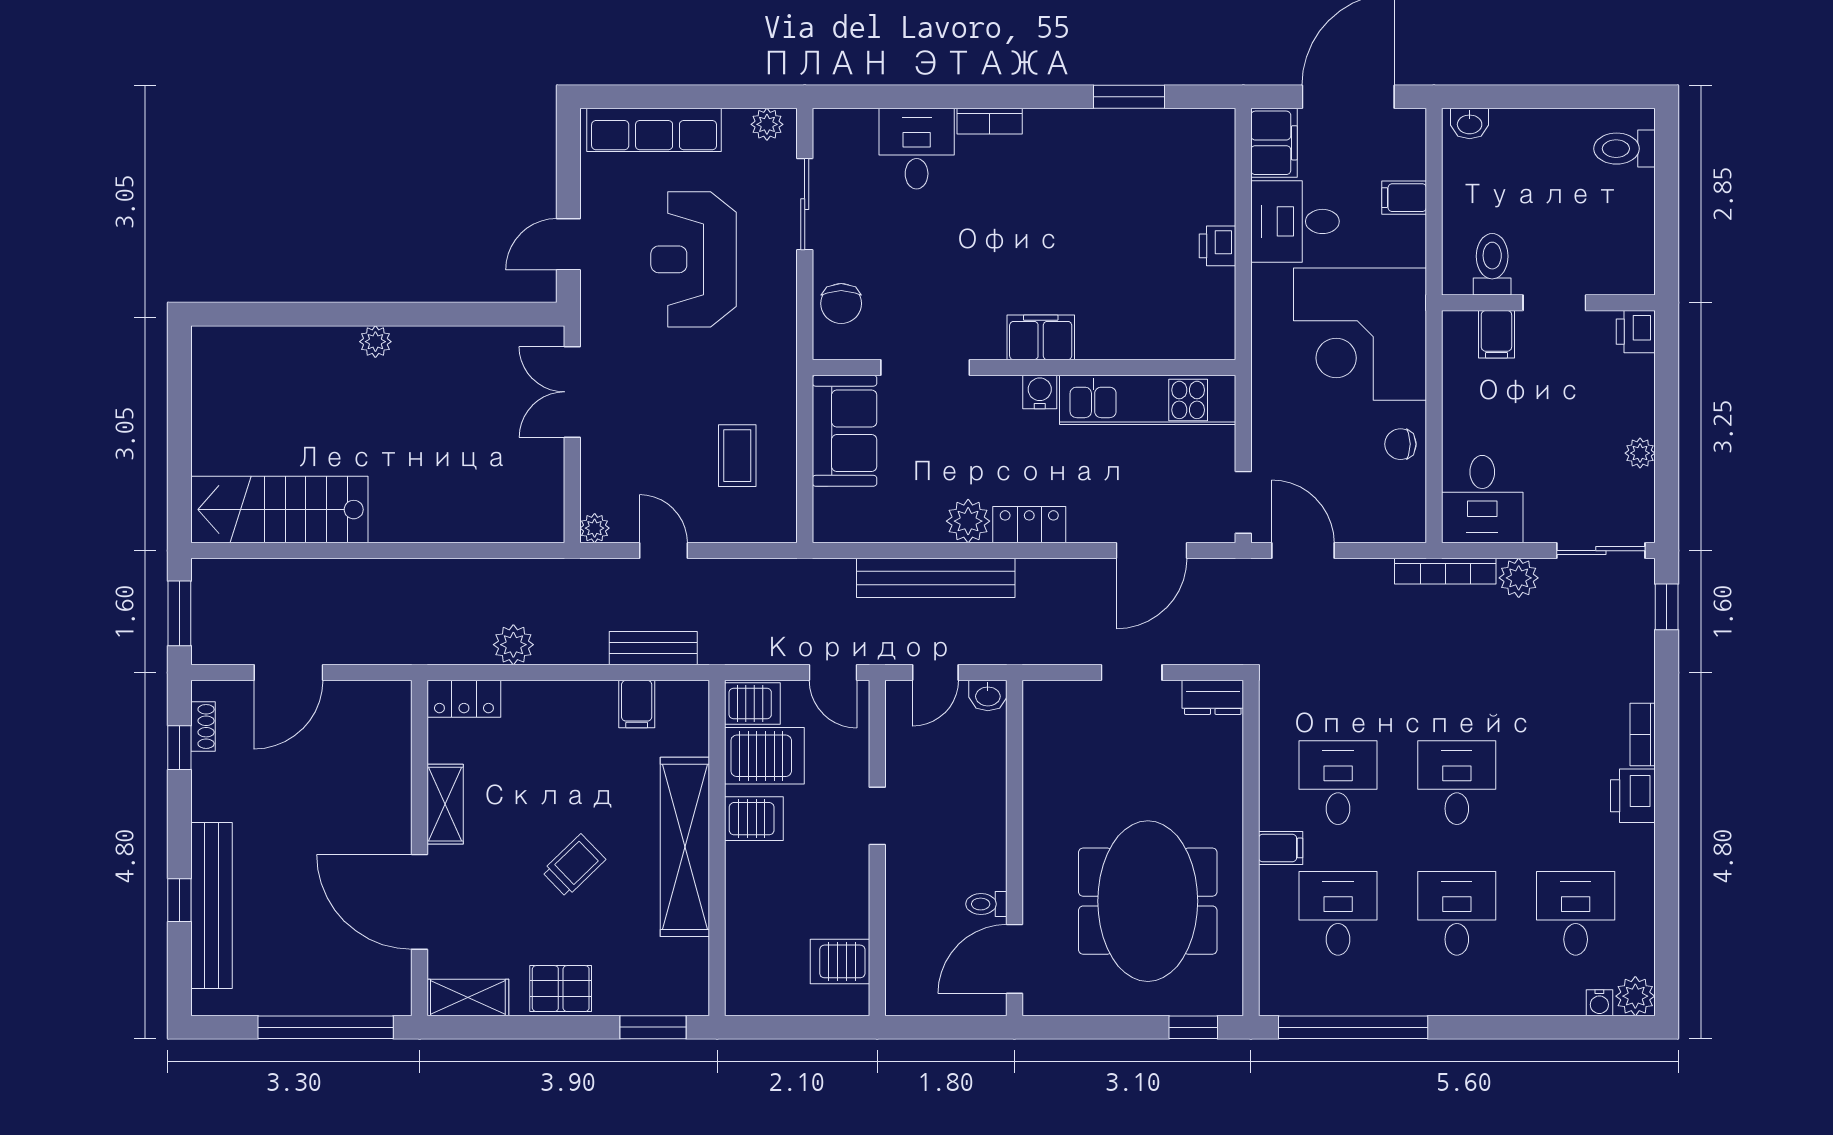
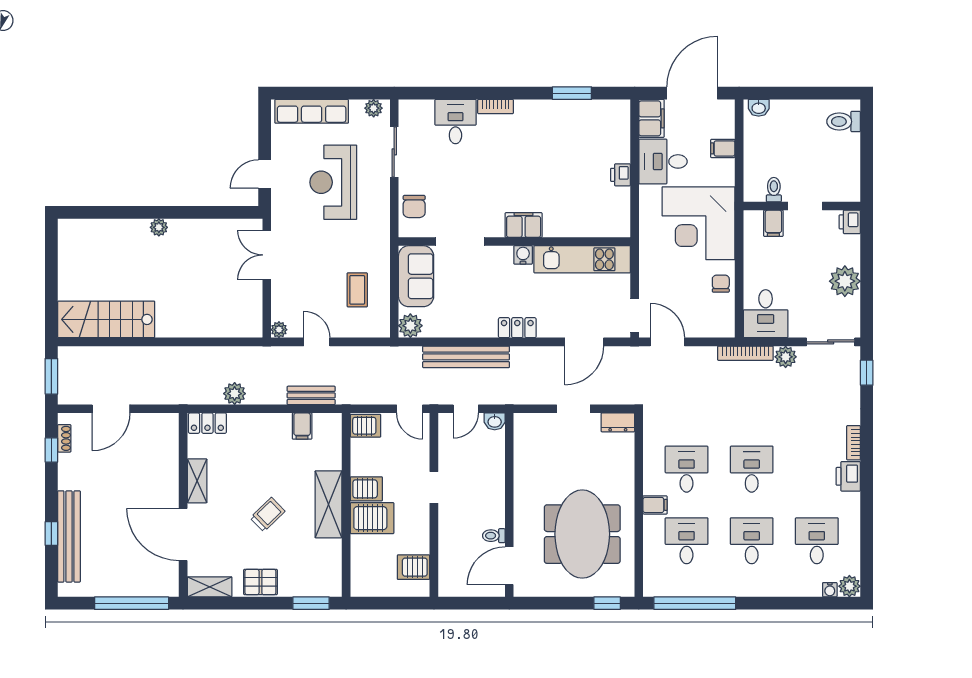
toilet: (1492, 264) -> (774, 190), width x0.73, depth x0.72
chair: (1400, 444) -> (721, 284), turned 90
plant: (1640, 453) -> (845, 281), width x1.88, depth x1.88
plant: (968, 521) -> (410, 326), moved
server rack: (764, 756) -> (372, 518), moved
shelving: (685, 847) -> (329, 504), width x0.68

